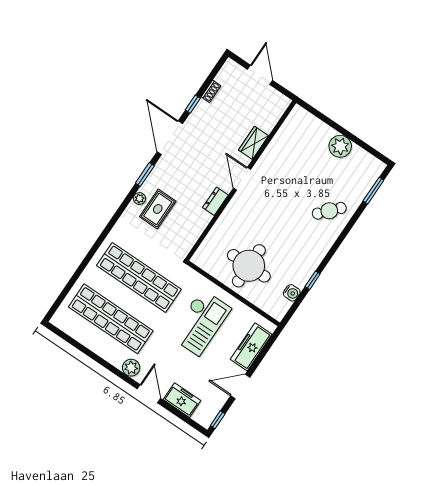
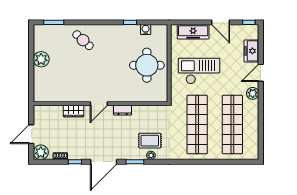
plant: (231, 72) -> (41, 152), added

